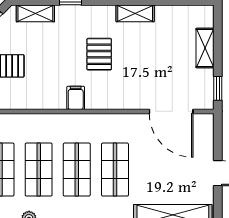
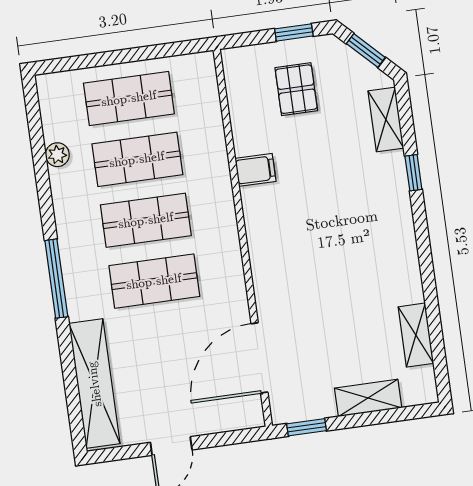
shelving: (135, 13) -> (416, 335), moved
pallet: (99, 54) -> (335, 230), removed
filing cabinet: (76, 98) -> (255, 170), moved

